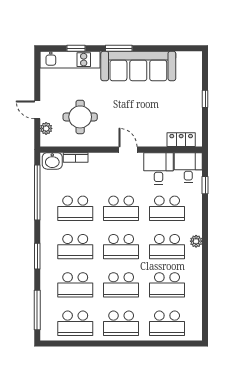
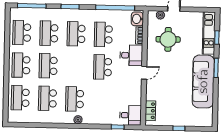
desk: (159, 168) -> (131, 55), moved
school desk: (167, 208) -> (102, 100), removed
school desk: (121, 247) -> (75, 66), removed

